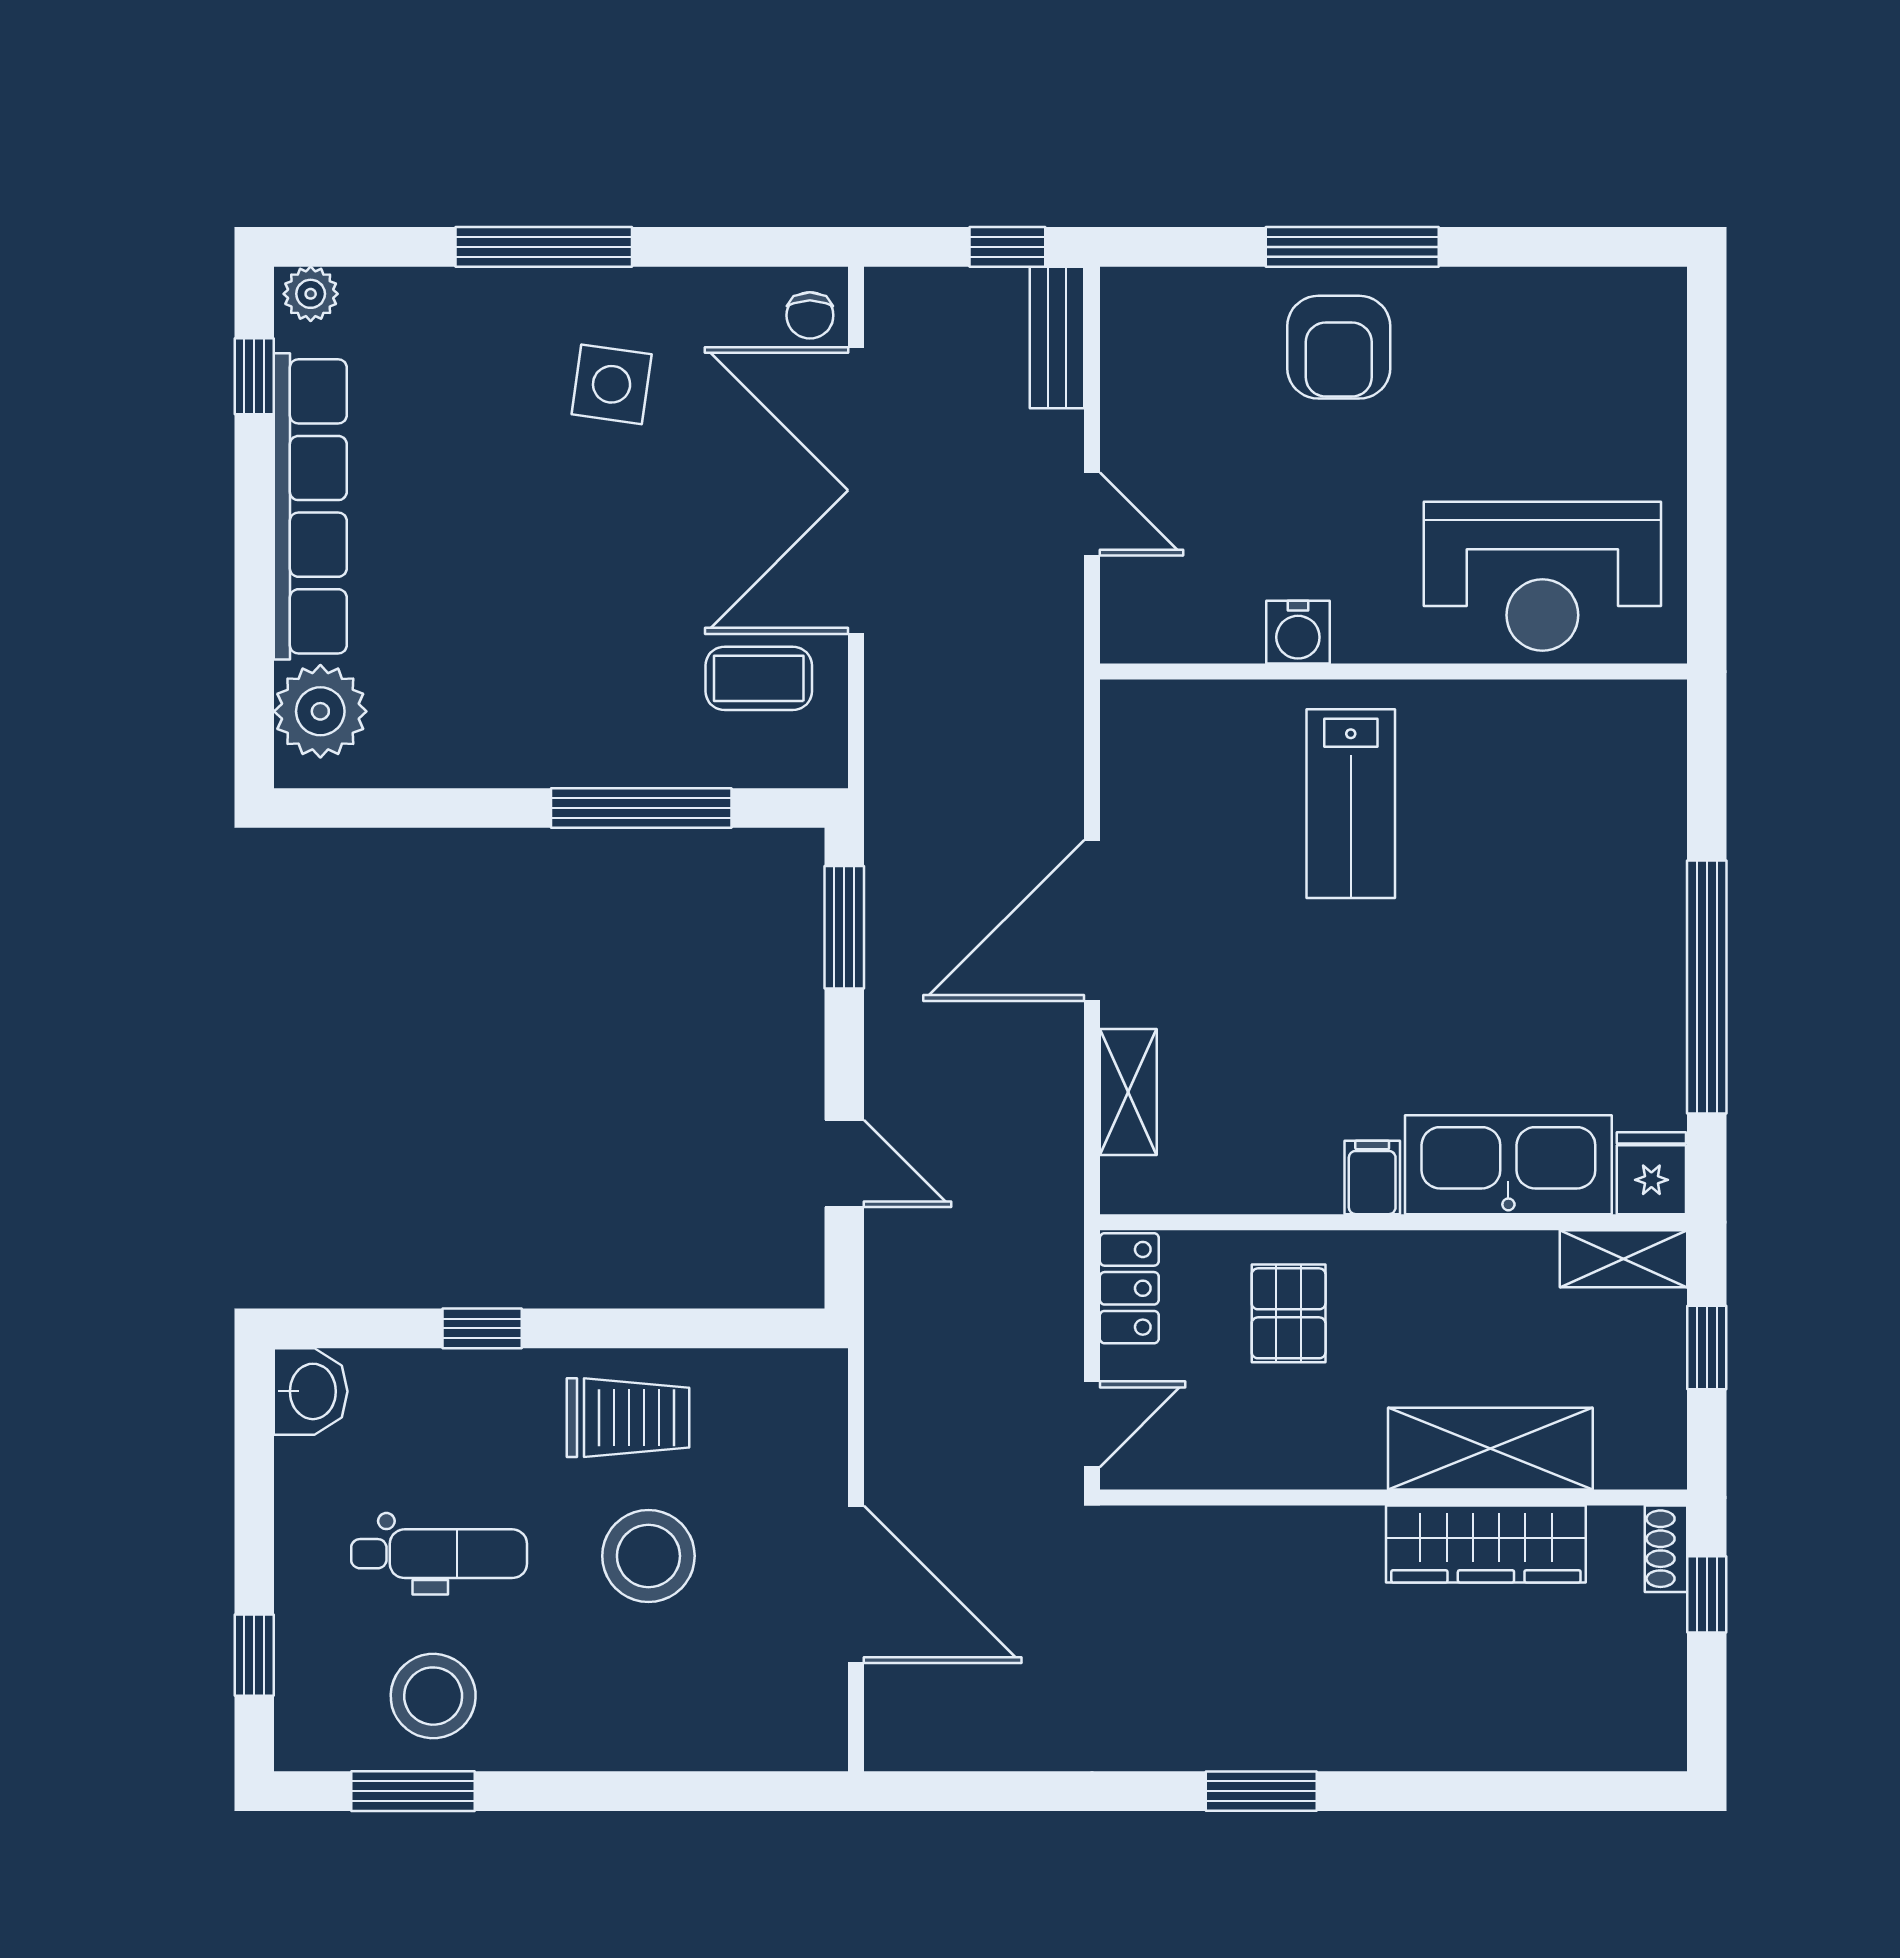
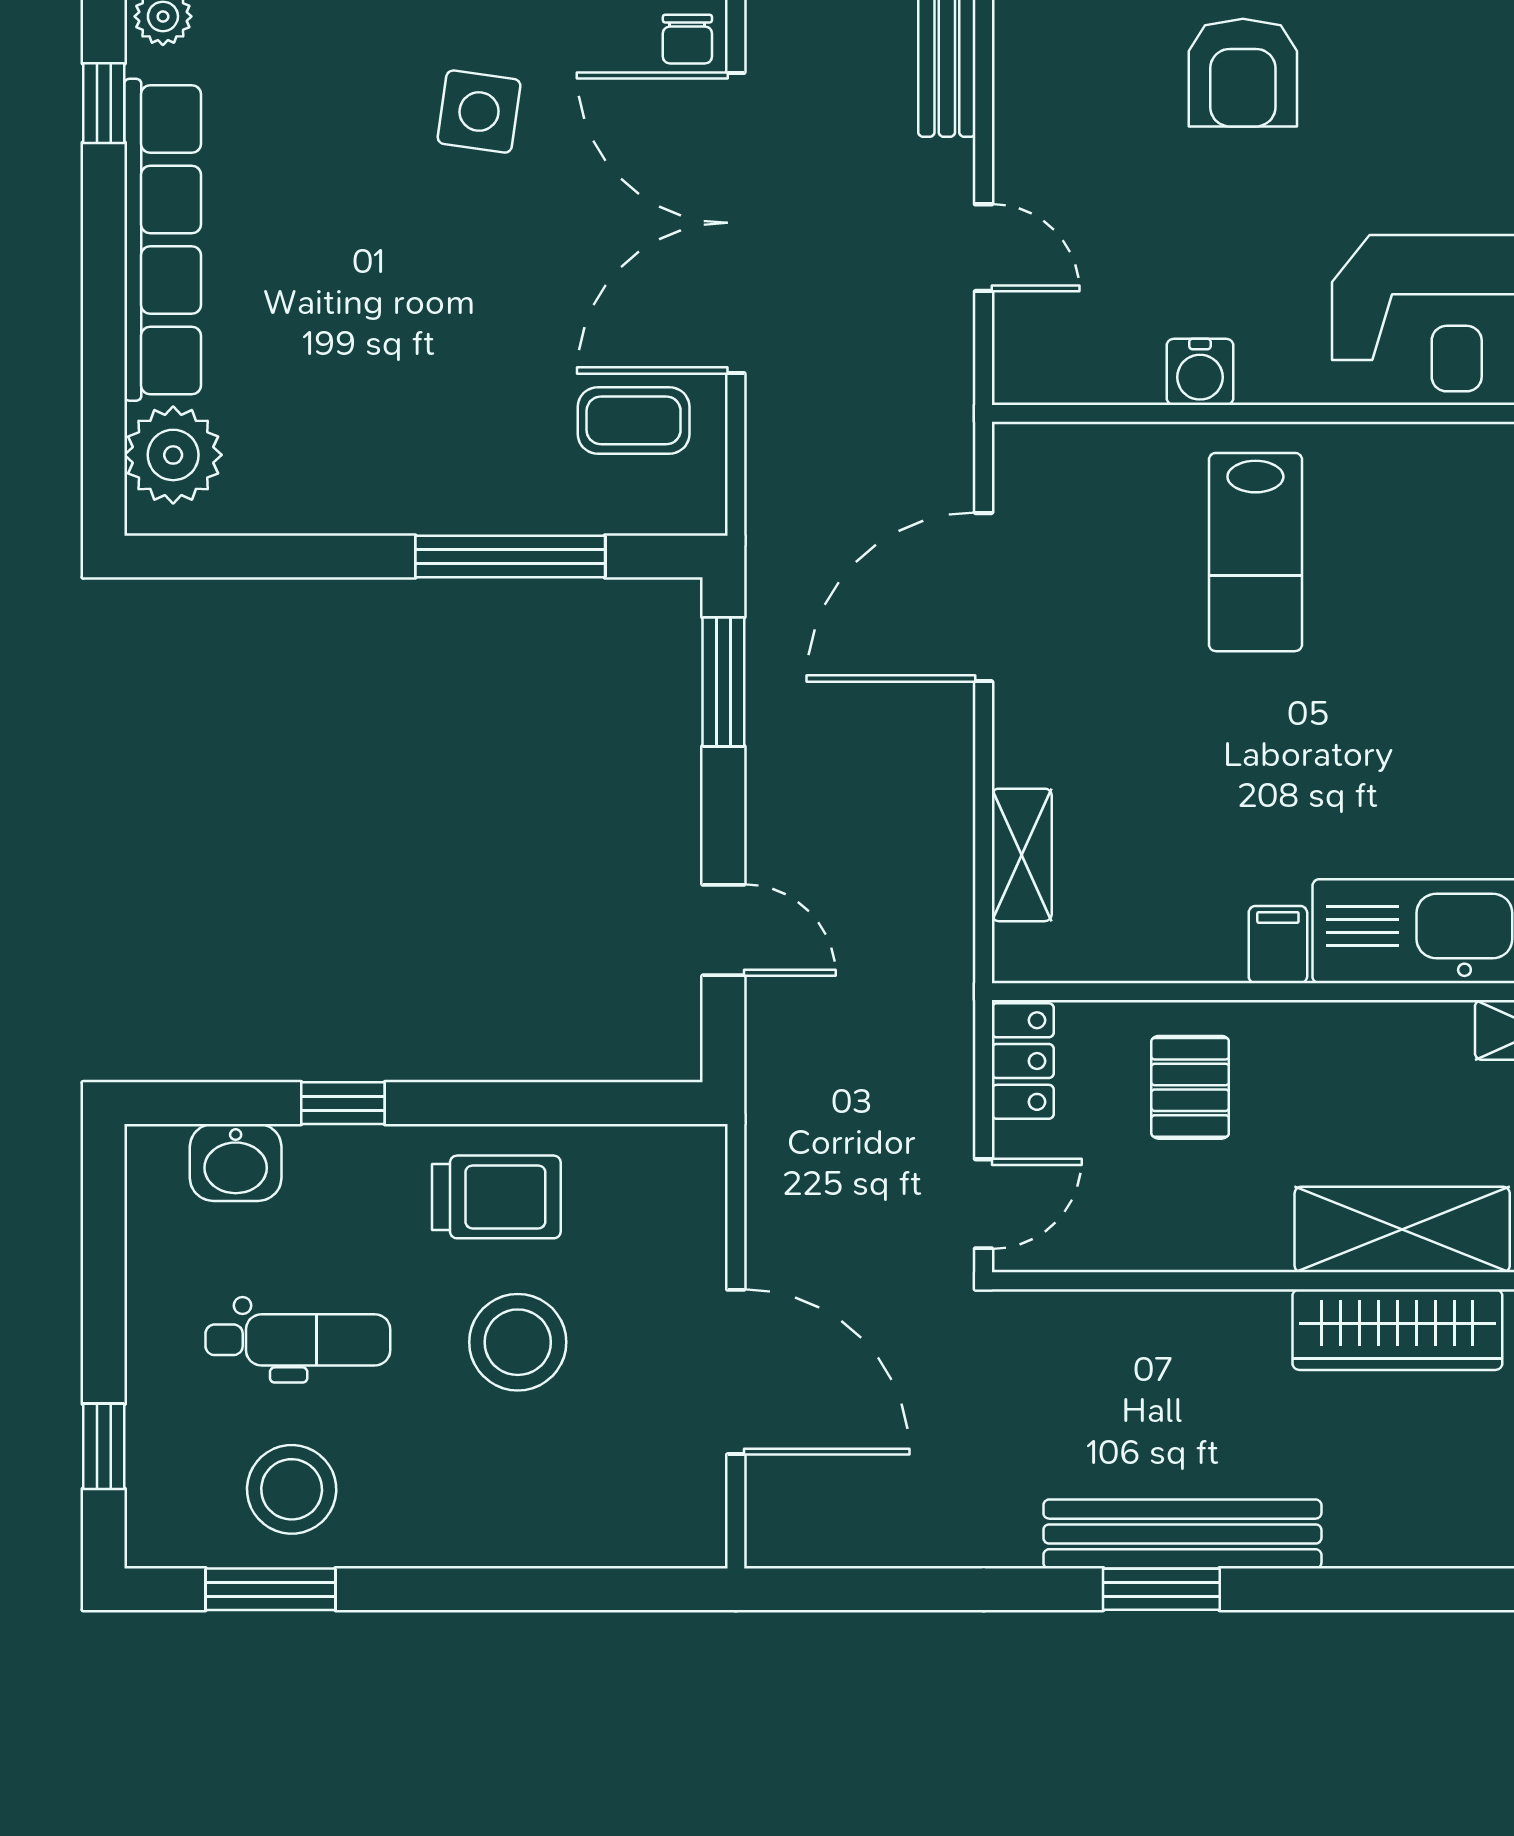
door: (1092, 920) -> (984, 597), moved
washbasin: (311, 1391) -> (236, 1162), moved, turned 90
bench: (1281, 1739) -> (1182, 1534), added

